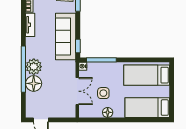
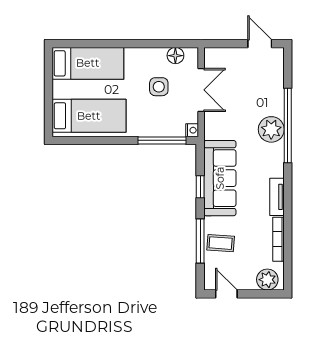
window: (78, 46) -> (200, 187), moved
floor lamp: (34, 83) -> (271, 102), removed
double door: (77, 91) -> (201, 90), swing flipped
floor lamp: (108, 112) -> (175, 56), moved

